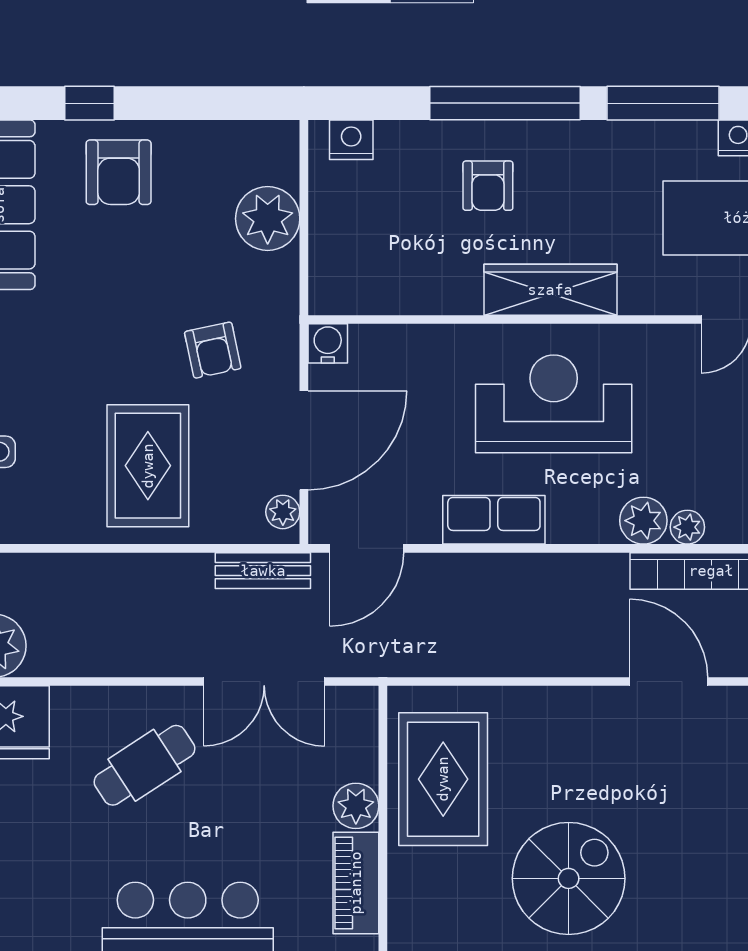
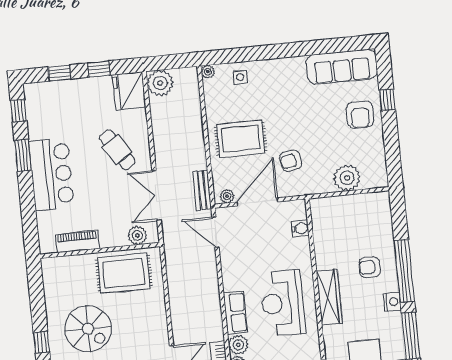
nightstand: (351, 140) -> (392, 302), moved
armchair: (119, 172) -> (360, 115), turned -89
water cooler: (328, 343) -> (300, 228), moved
reception desk: (554, 404) -> (283, 303), turned 180
door: (304, 440) -> (257, 202), swing flipped
row of seats: (494, 520) -> (235, 313), moved
plant: (356, 806) -> (137, 235), moved

